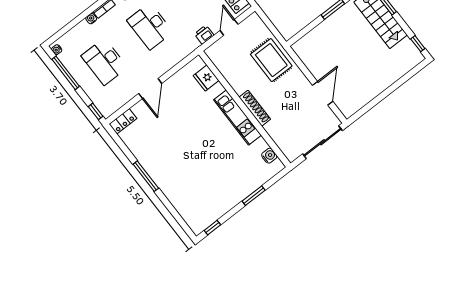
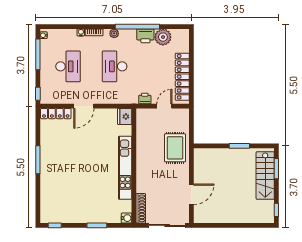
desk: (104, 62) -> (68, 66), turned 180
fridge: (206, 78) -> (125, 116), moved
shoe rack: (255, 108) -> (141, 208), moved
kitchen unit: (238, 118) -> (125, 168), width x1.36
locker: (123, 121) -> (56, 114), width x1.53
water cooler: (269, 156) -> (127, 218), moved

